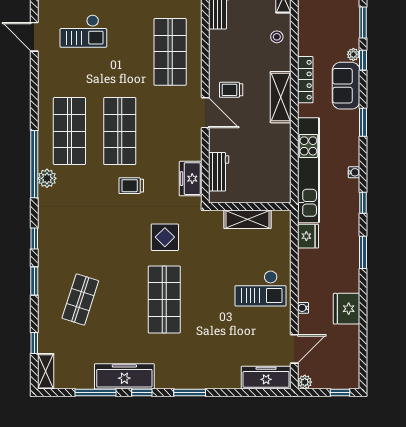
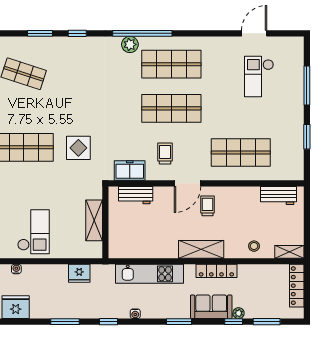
kitchen unit: (308, 170) -> (149, 274), width x0.73
trolley: (131, 186) -> (165, 153), moved
checkout: (261, 288) -> (33, 232), turned 180

